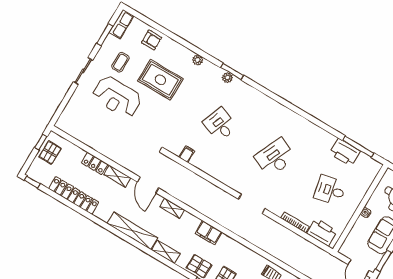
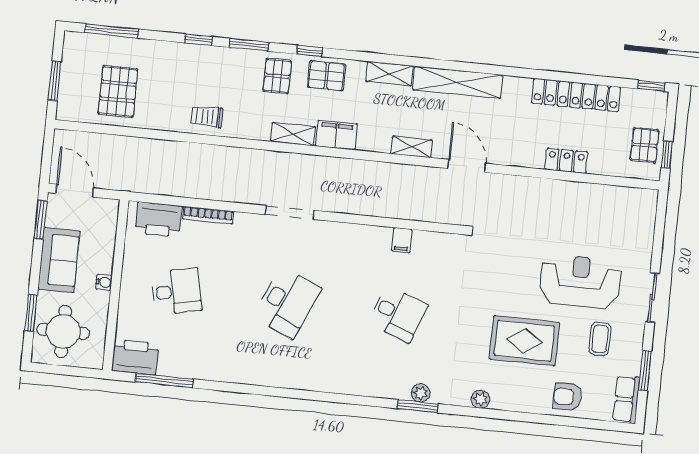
printer: (345, 152) -> (135, 357), moved
filing cabinet: (187, 154) -> (402, 240), moved
shelving: (117, 176) -> (293, 134), moved

